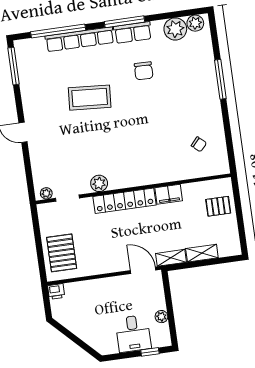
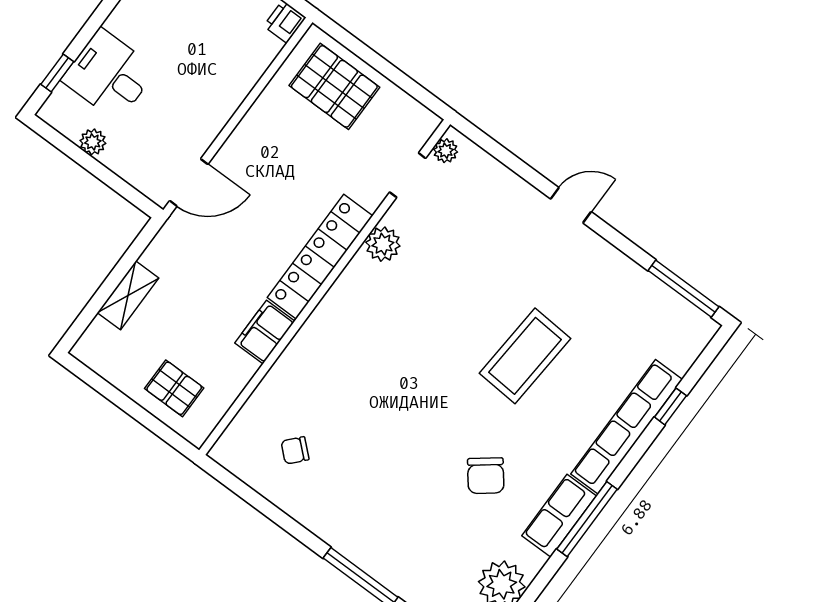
window: (58, 31) -> (670, 406), width x0.32
chair: (144, 71) -> (486, 476), turned -129
pallet: (218, 206) -> (174, 388), turned 90
shelving: (171, 258) -> (166, 242), removed

